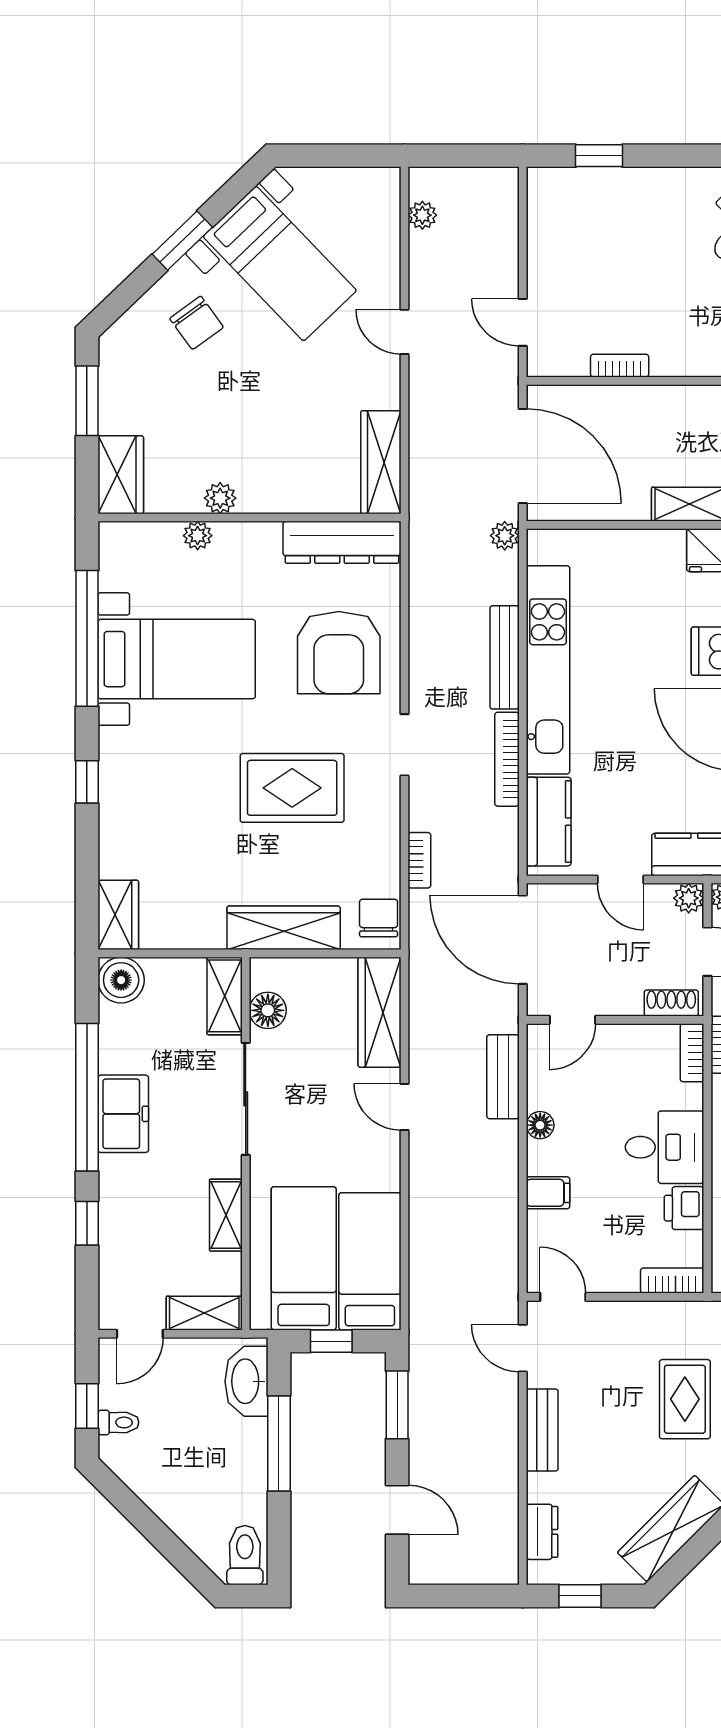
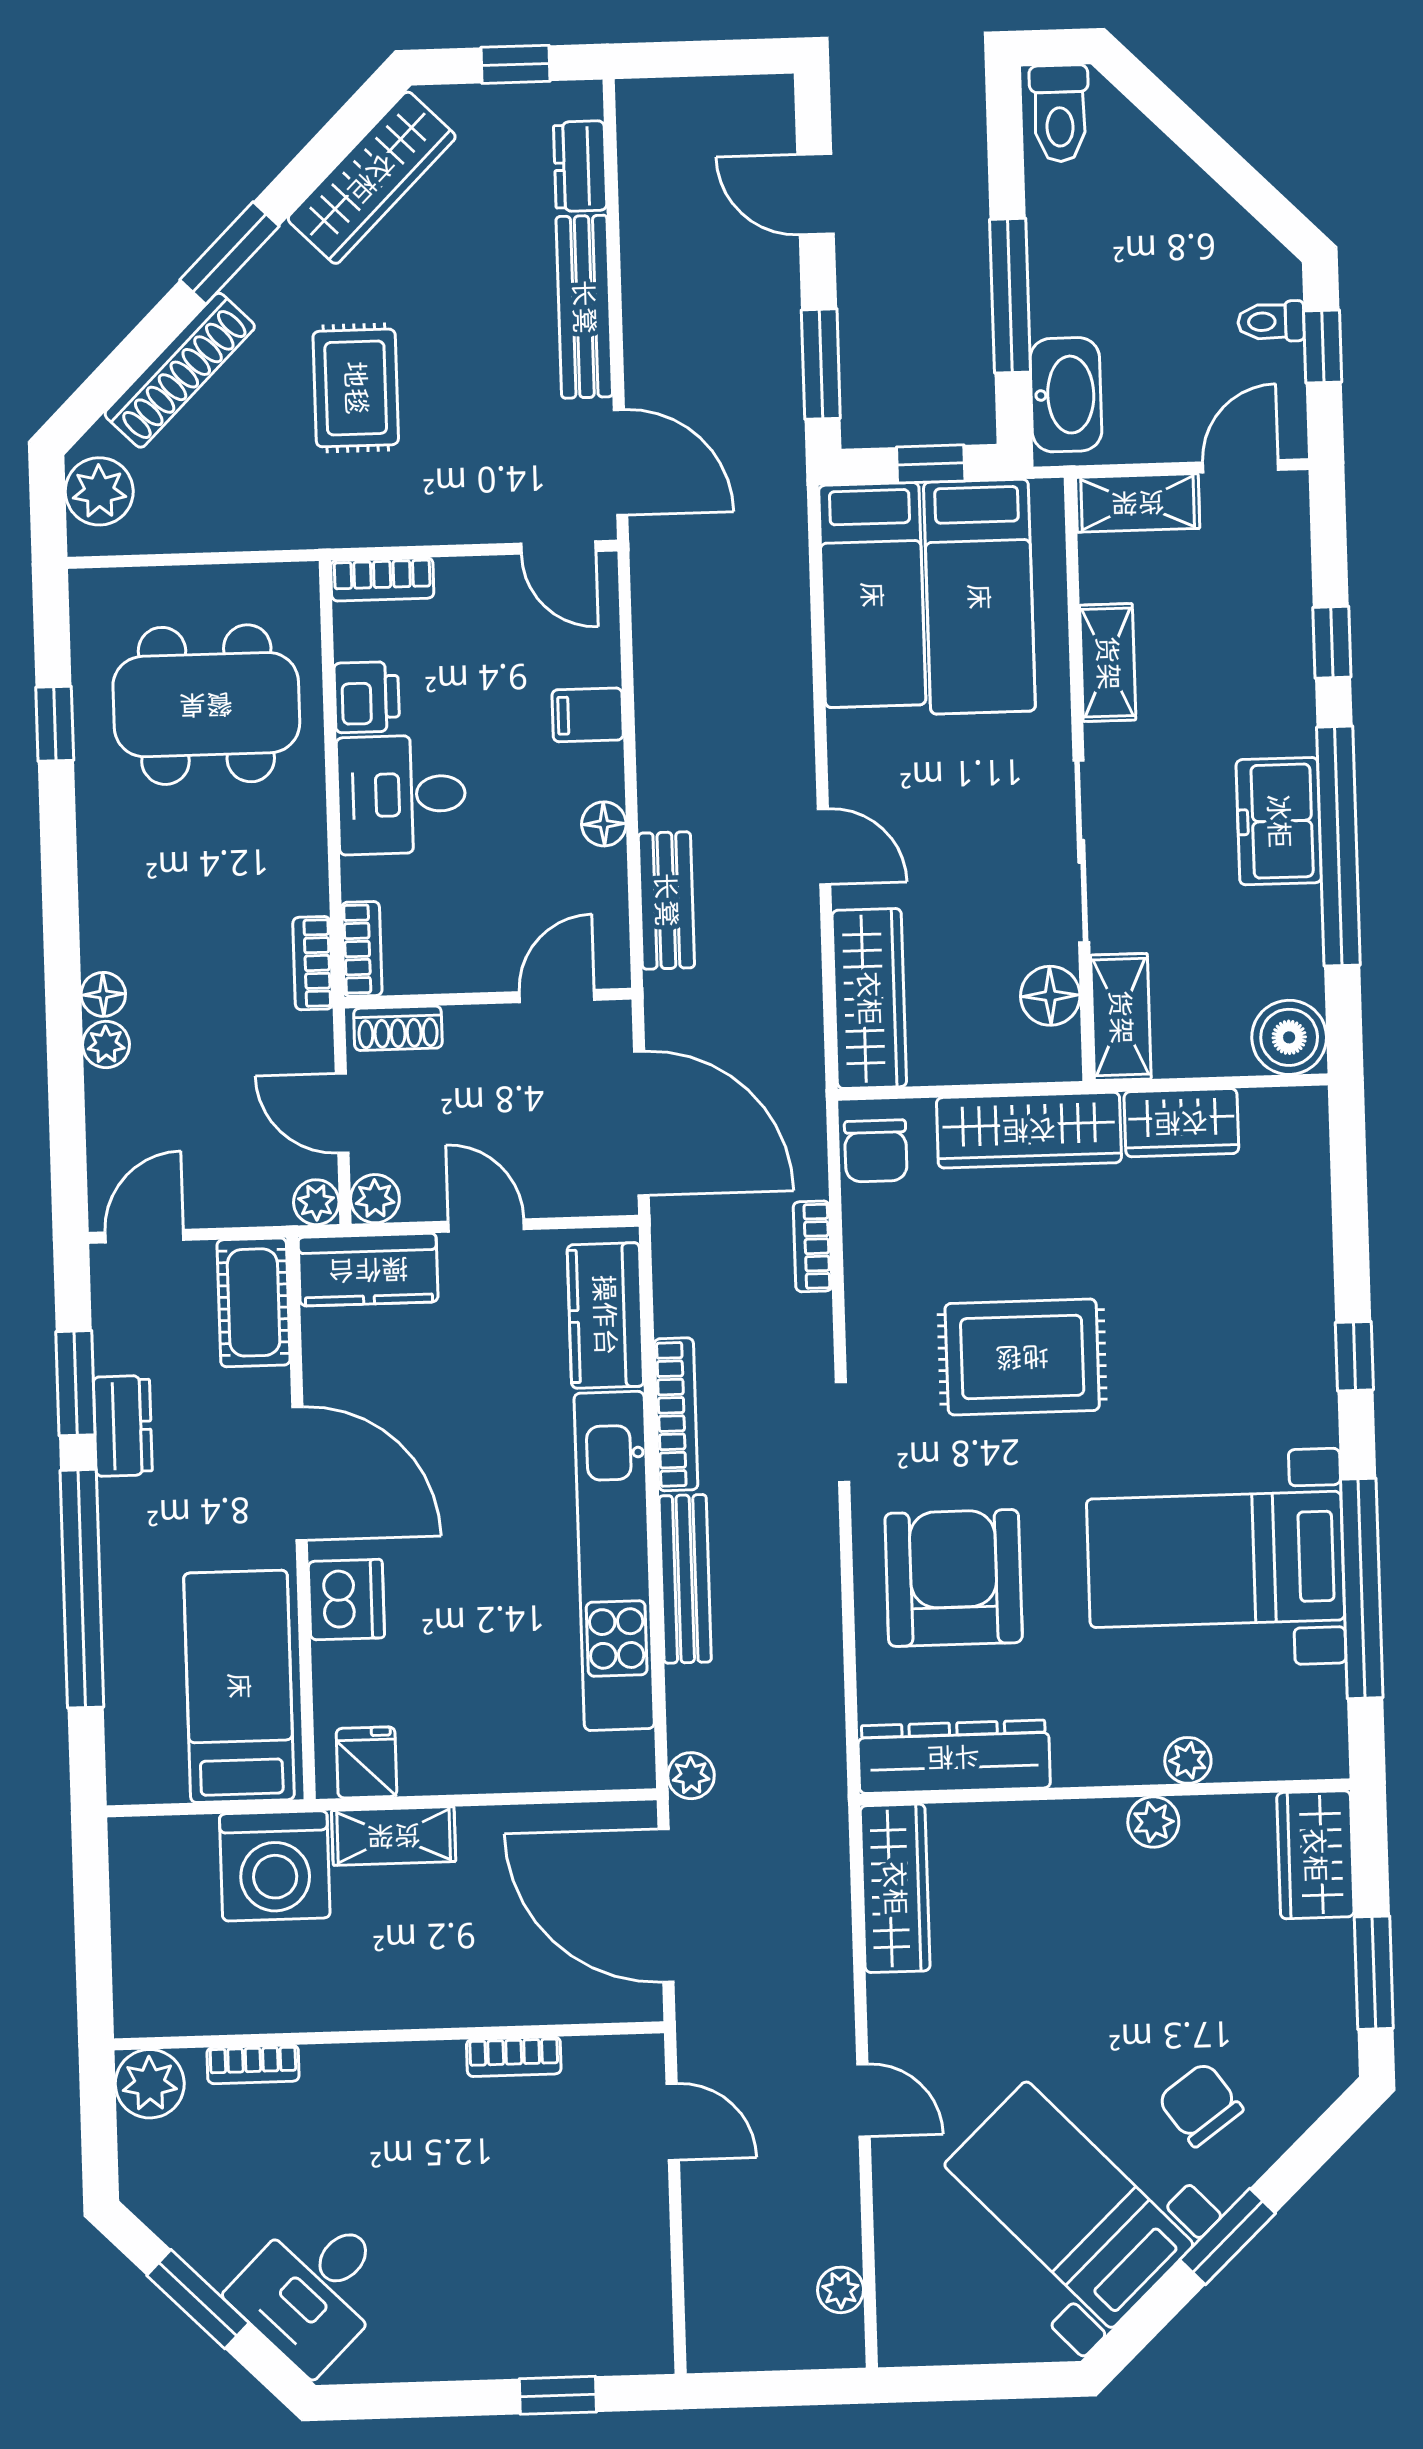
wardrobe: (118, 915) -> (1181, 1123), moved, turned -90
door: (523, 1348) -> (621, 462), width x1.38
bench: (542, 1430) -> (584, 307), width x1.36

